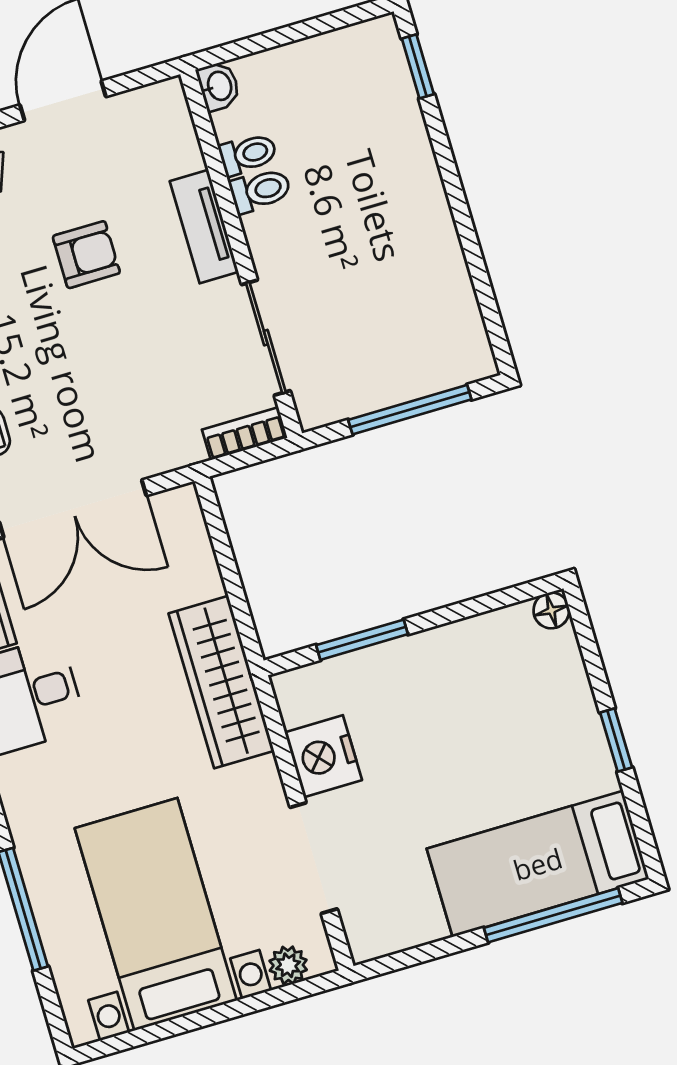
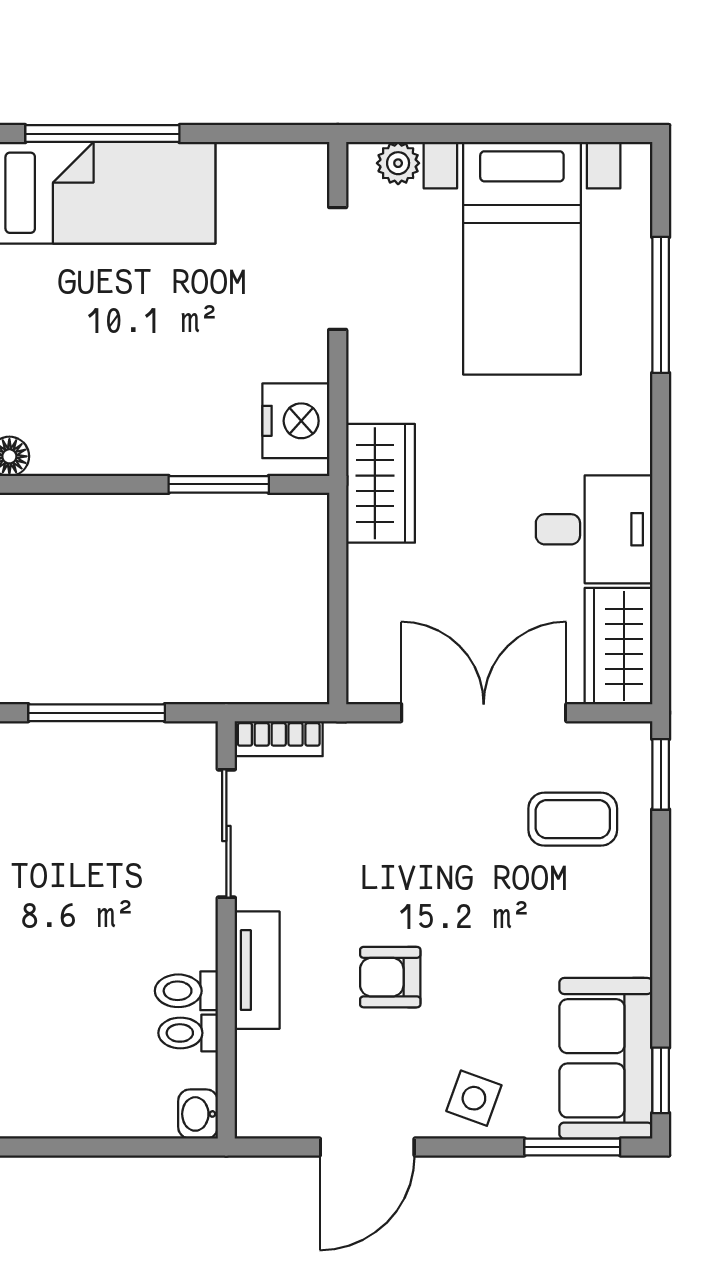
wardrobe: (221, 682) -> (381, 483), width x0.67
nightstand: (323, 756) -> (296, 421), moved

